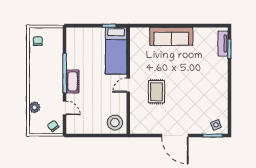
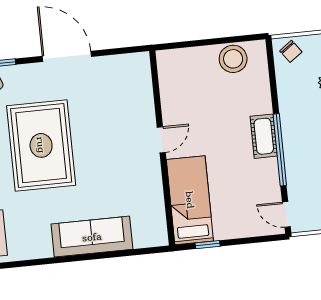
rug: (156, 92) -> (41, 145), moved, width x1.86, depth x2.06
door: (65, 108) -> (286, 214), moved
stool: (115, 123) -> (233, 59), moved

